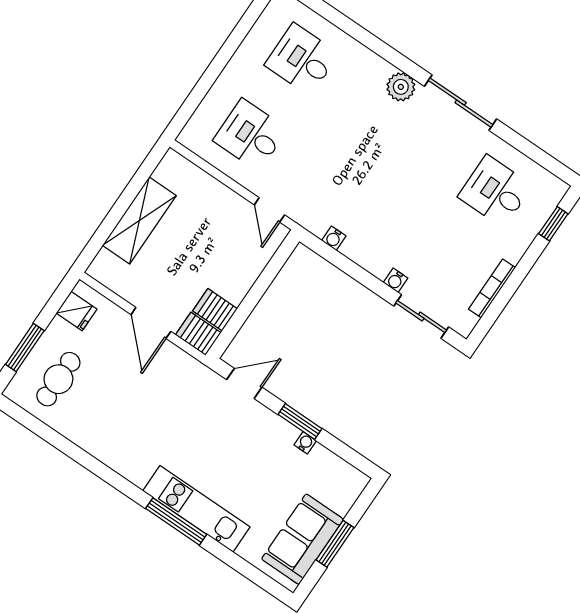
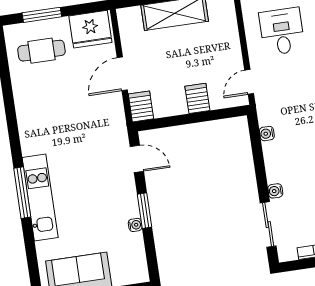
server rack: (215, 310) -> (197, 98), moved
fridge: (77, 311) -> (90, 29), width x1.88, depth x1.34

